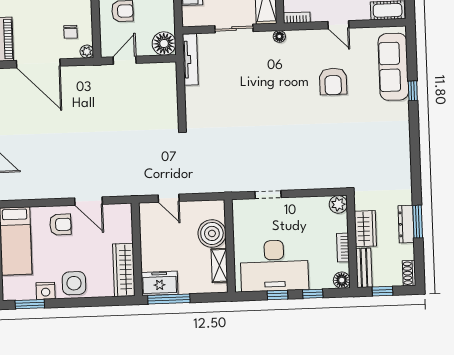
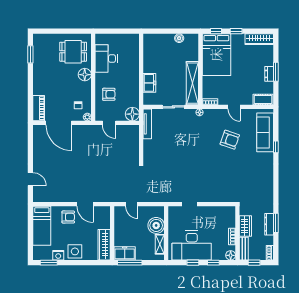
door: (125, 60) -> (109, 123), swing flipped
armchair: (333, 81) -> (230, 140), turned -71
plant: (338, 204) -> (230, 211), removed

